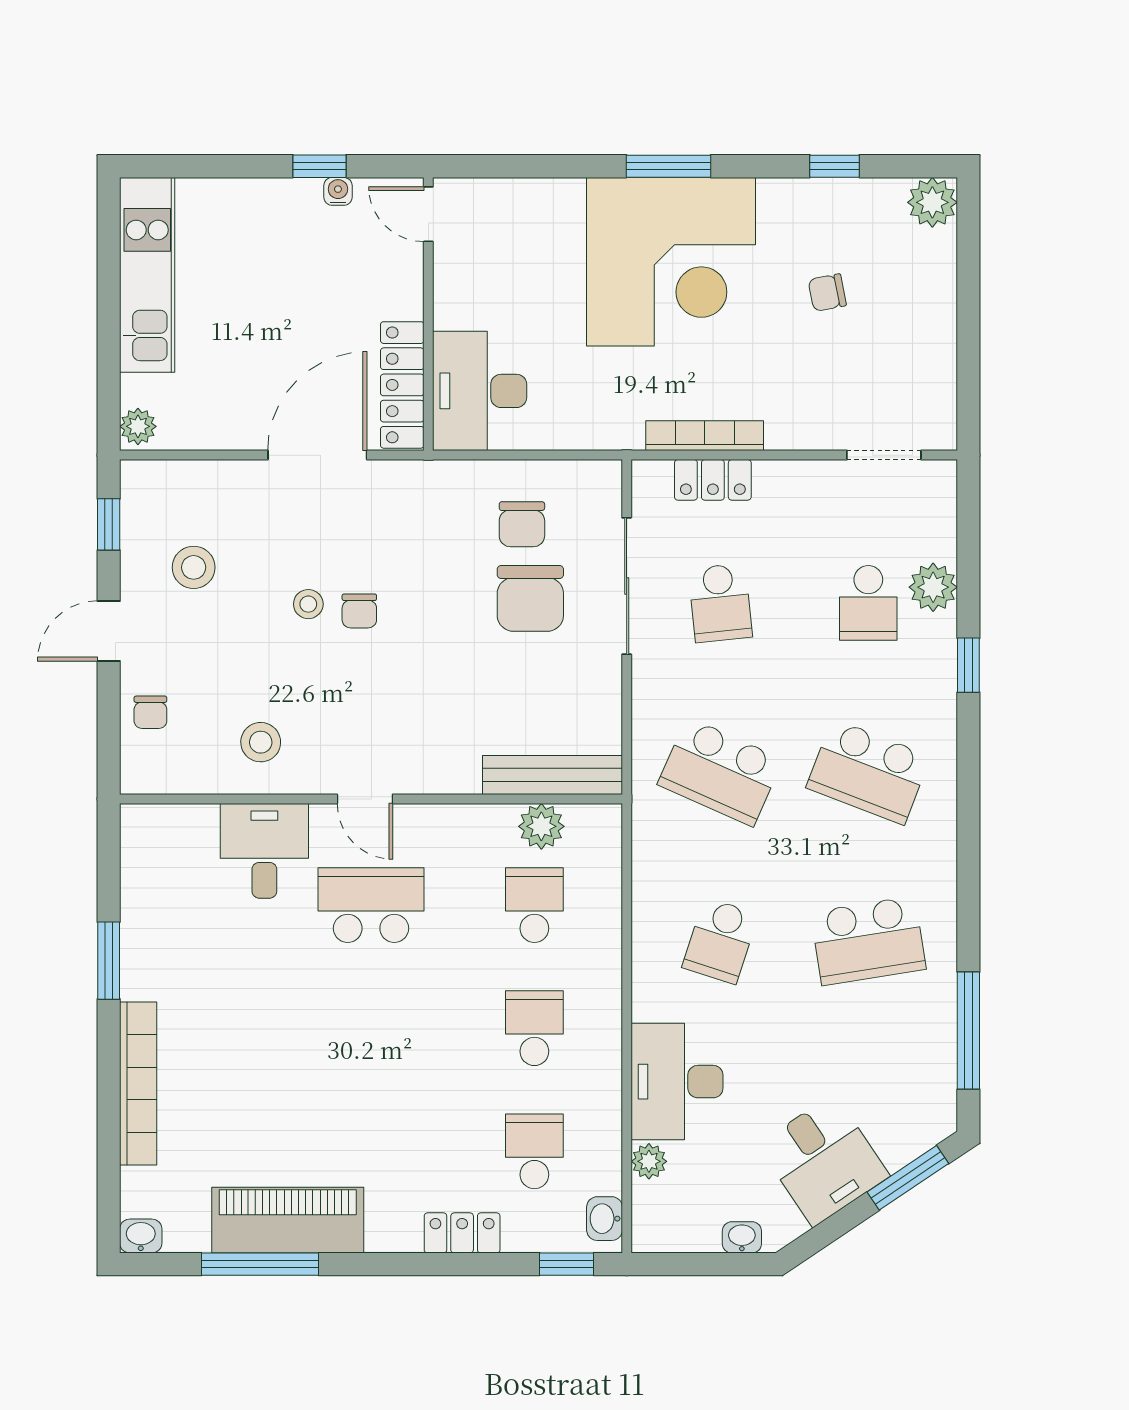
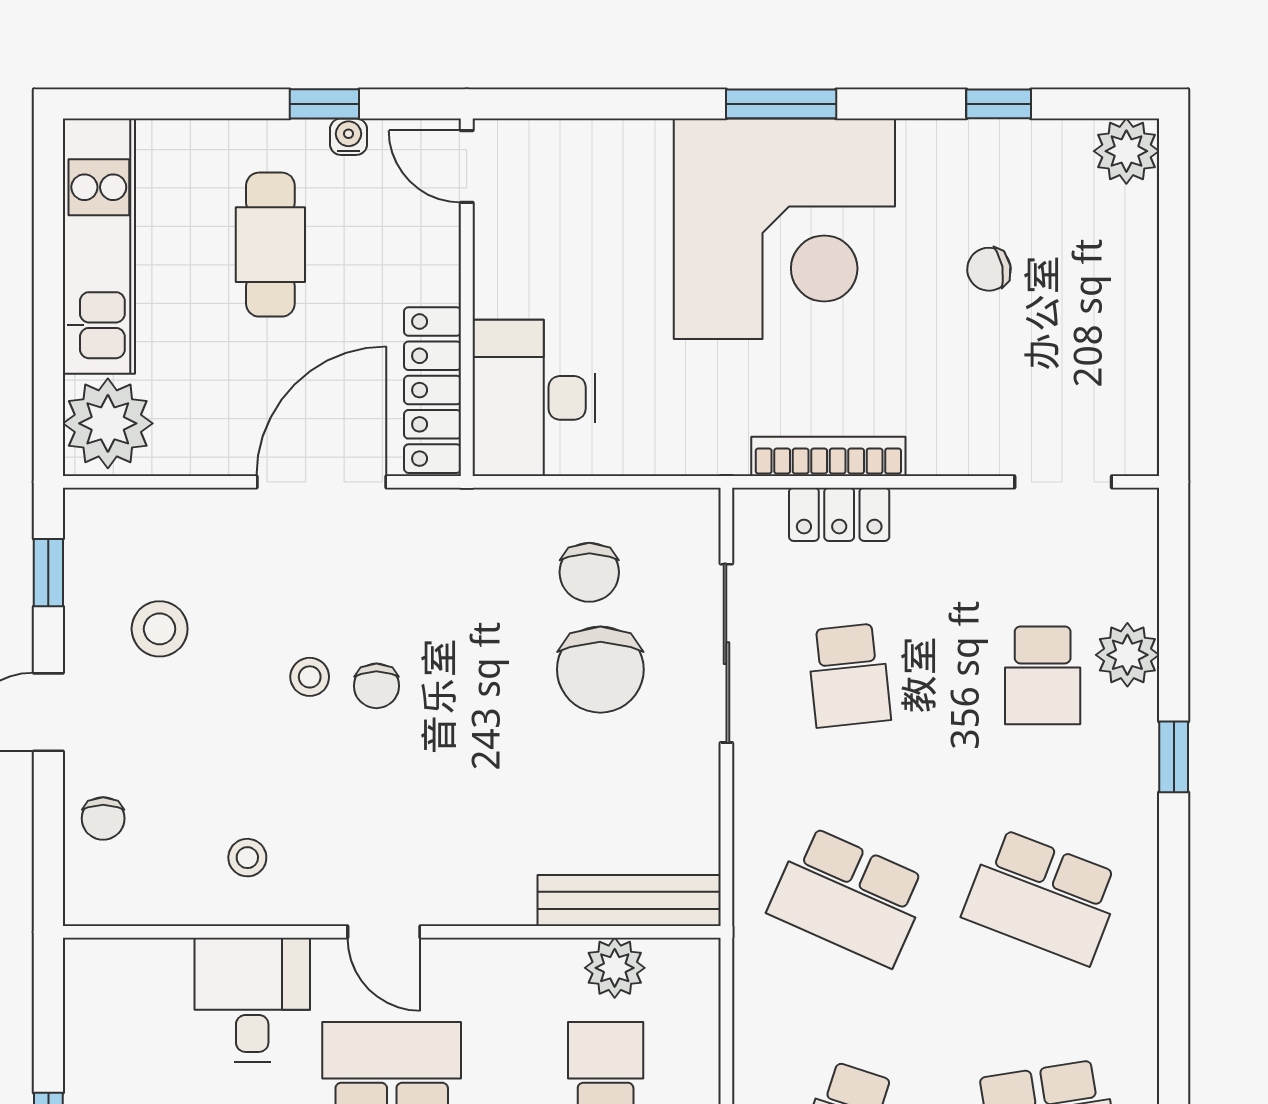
cafe table: (278, 274) -> (270, 245), added
plant: (138, 426) -> (108, 423), width x1.88, depth x1.88
stool: (261, 742) -> (247, 858), width x0.73, depth x0.73

